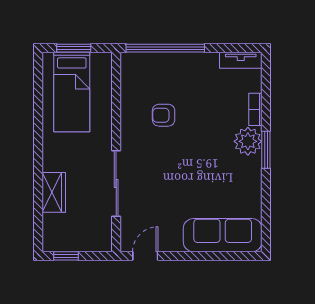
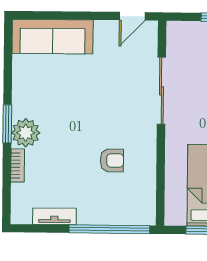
tv unit: (241, 60) -> (54, 216), moved

